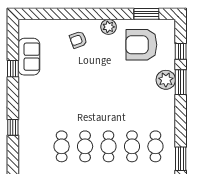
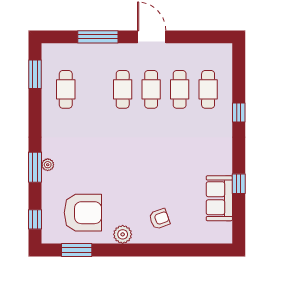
window: (181, 51) -> (35, 219), moved
plant: (166, 80) -> (48, 165), width x0.53, depth x0.53
cafe table: (132, 146) -> (208, 89), moved

